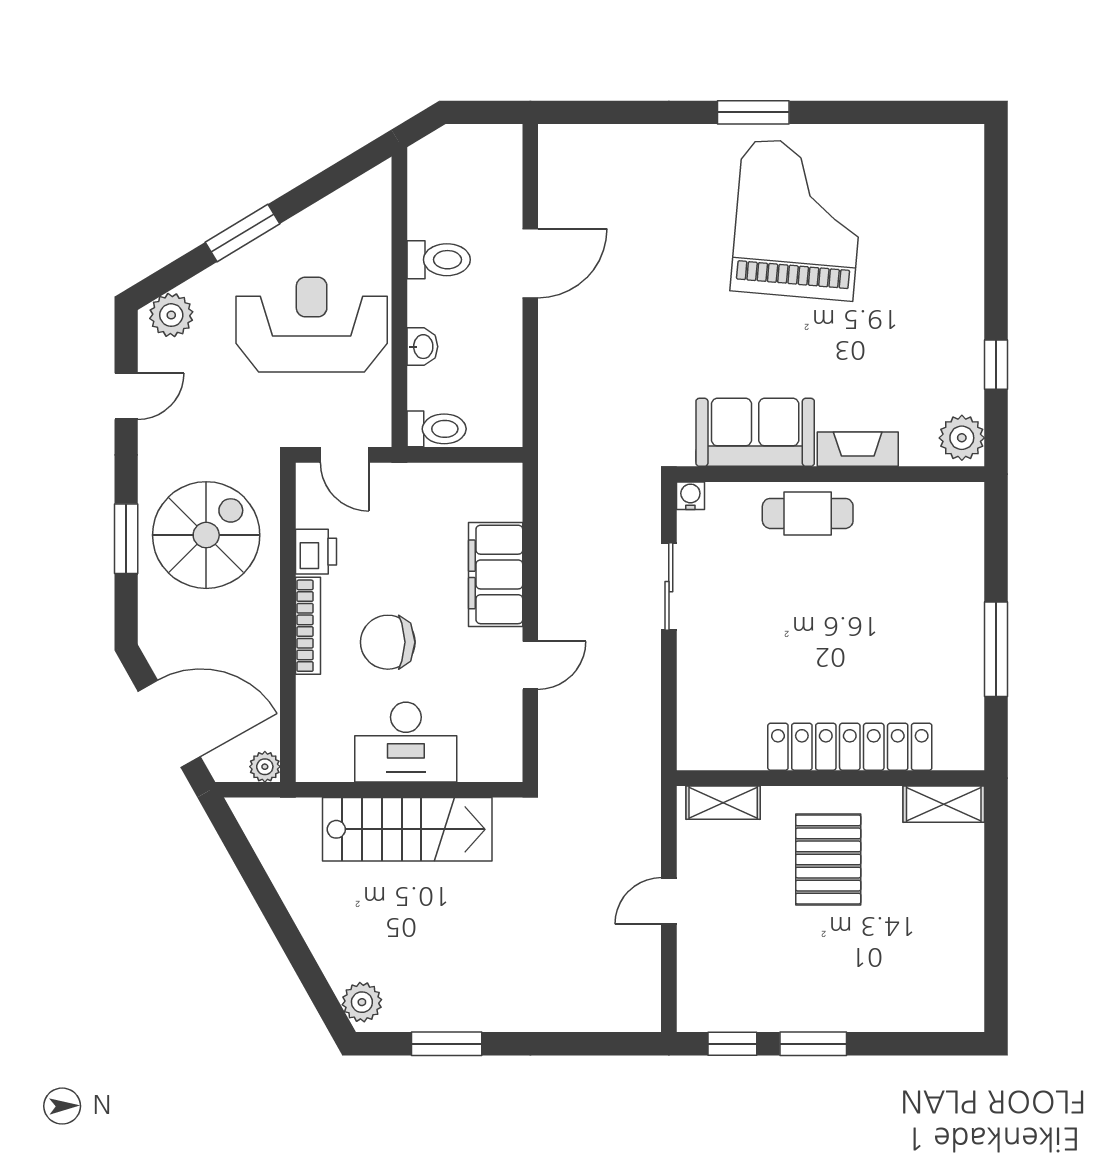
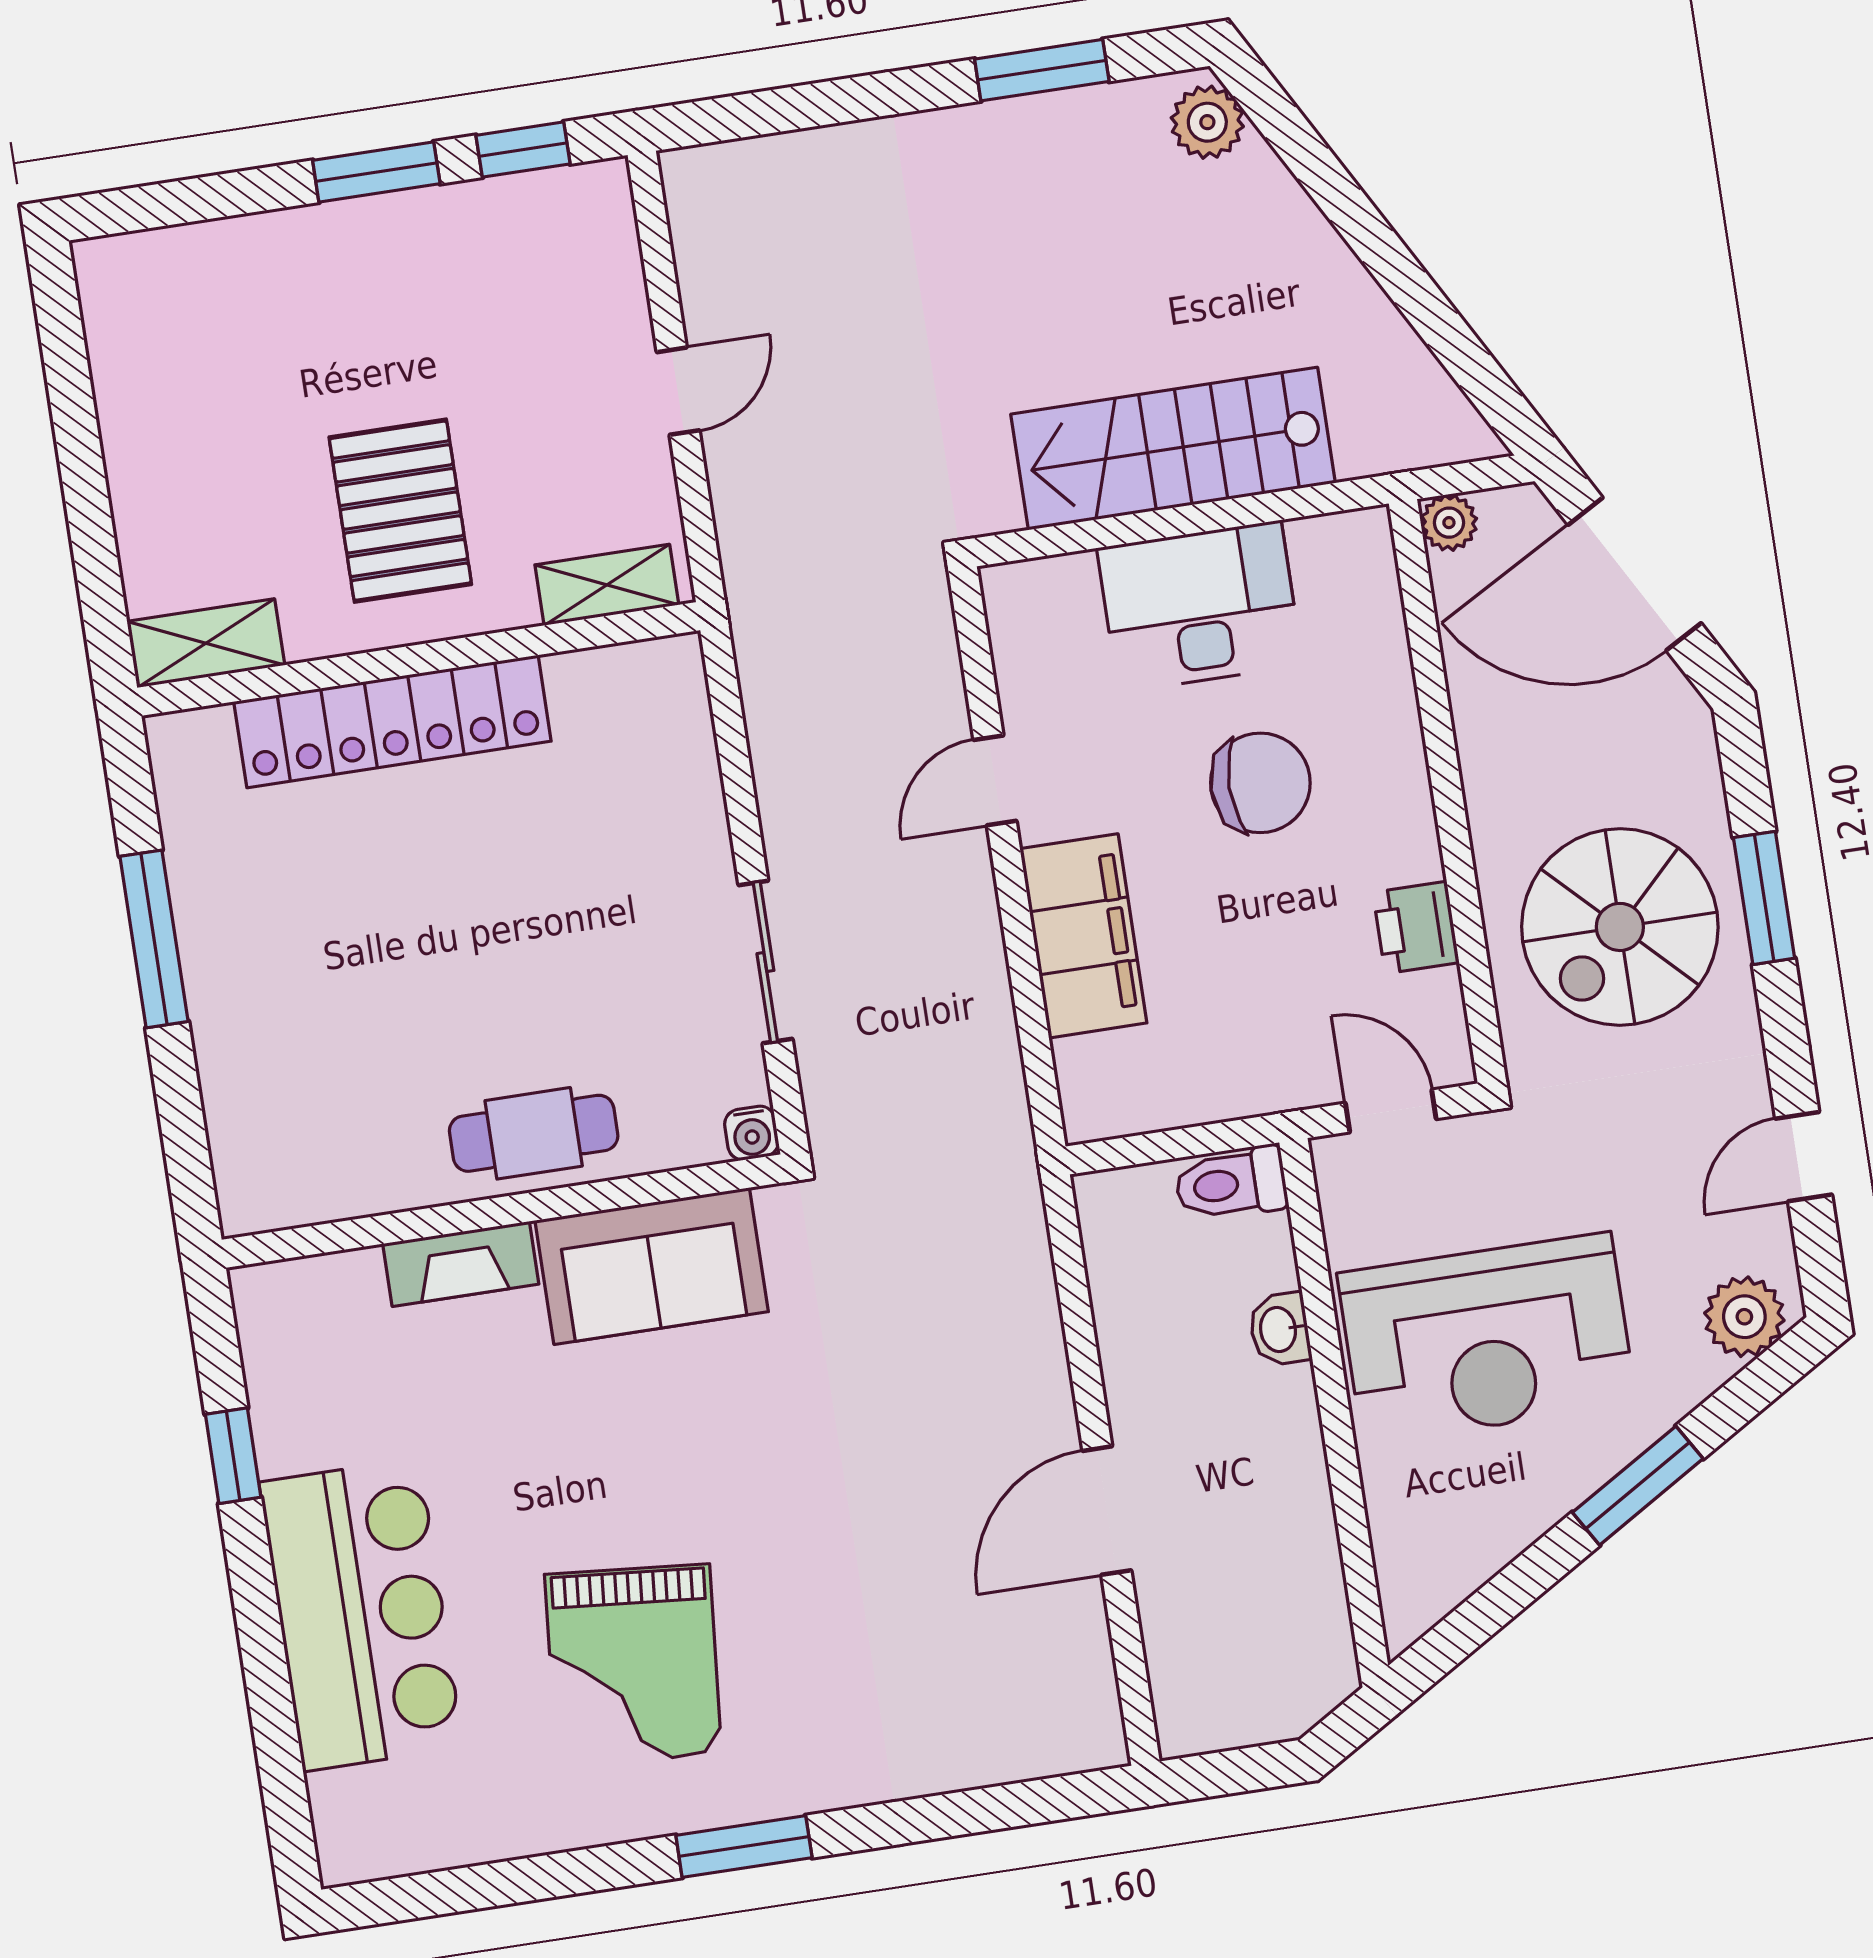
grand piano: (798, 219) -> (633, 1664), width x0.73, depth x0.68
toilet: (439, 260) -> (1274, 1492), removed
bar counter: (940, 269) -> (361, 1615), added
plant: (962, 438) -> (275, 1314), removed
bookcase: (308, 626) -> (1410, 791), removed

